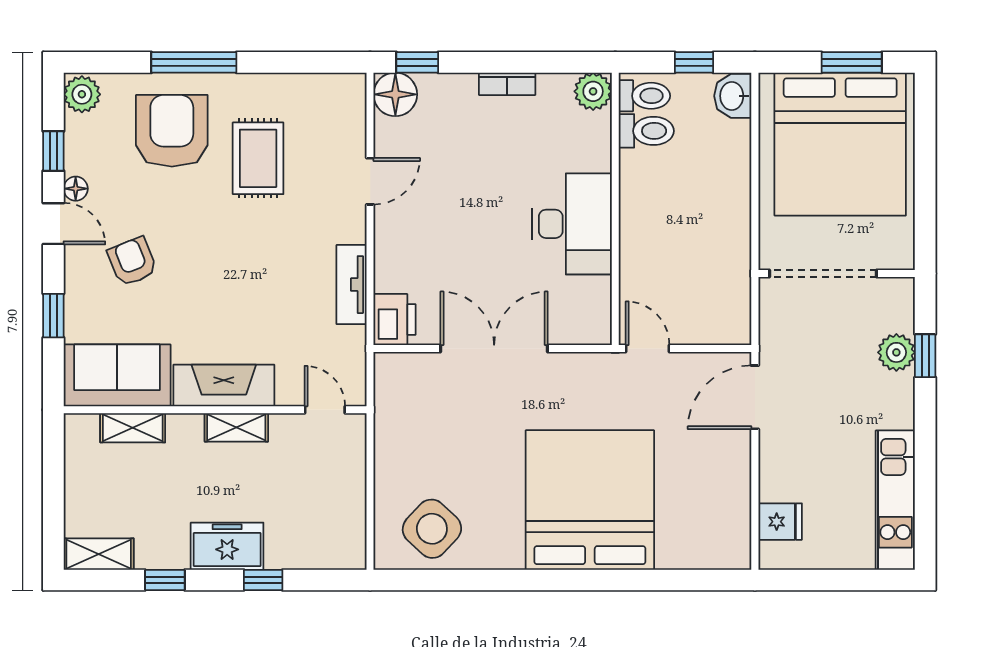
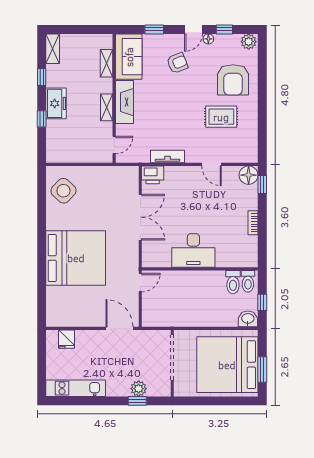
window: (194, 62) -> (262, 89), removed
plant: (593, 91) -> (250, 259), removed
armchair: (172, 131) -> (233, 80), turned 90

